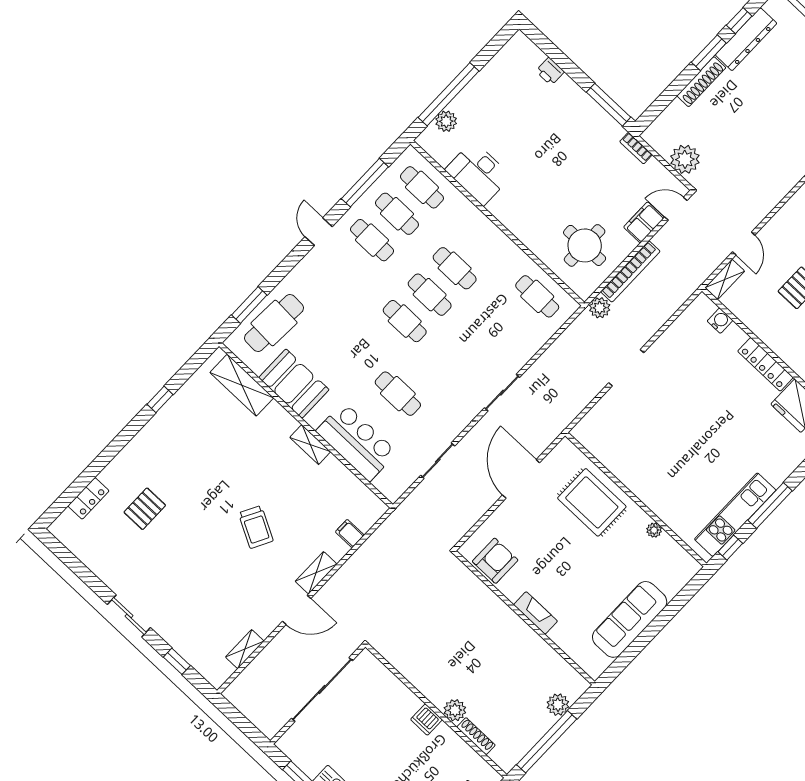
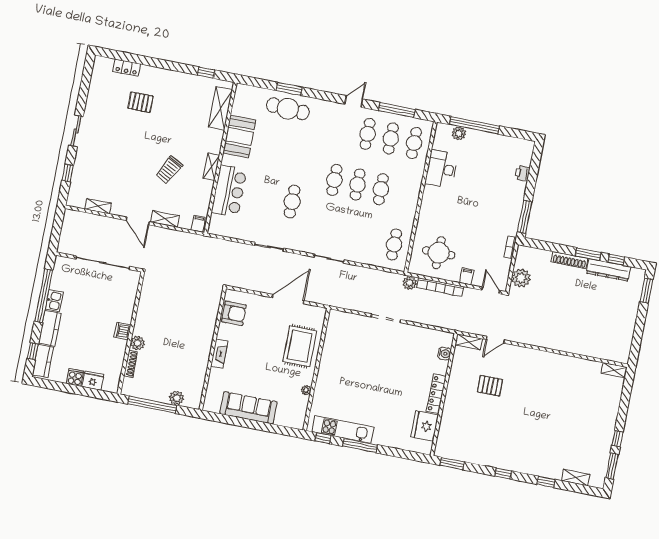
filing cabinet: (644, 222) -> (466, 276), width x0.50
booth: (294, 384) -> (239, 136), moved
shelving: (242, 385) -> (220, 108), moved
wall: (306, 425) -> (220, 158), moved
bar counter: (356, 442) -> (229, 191), moved
shelving: (310, 445) -> (211, 167), moved

